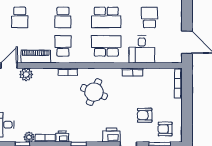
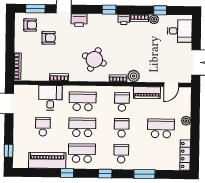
school desk: (20, 17) -> (161, 128), width x1.85
school desk: (150, 17) -> (43, 127), turned 180
school desk: (63, 46) -> (122, 102), turned 180
school desk: (106, 46) -> (83, 101), turned 180
plant: (26, 75) -> (134, 76), moved

